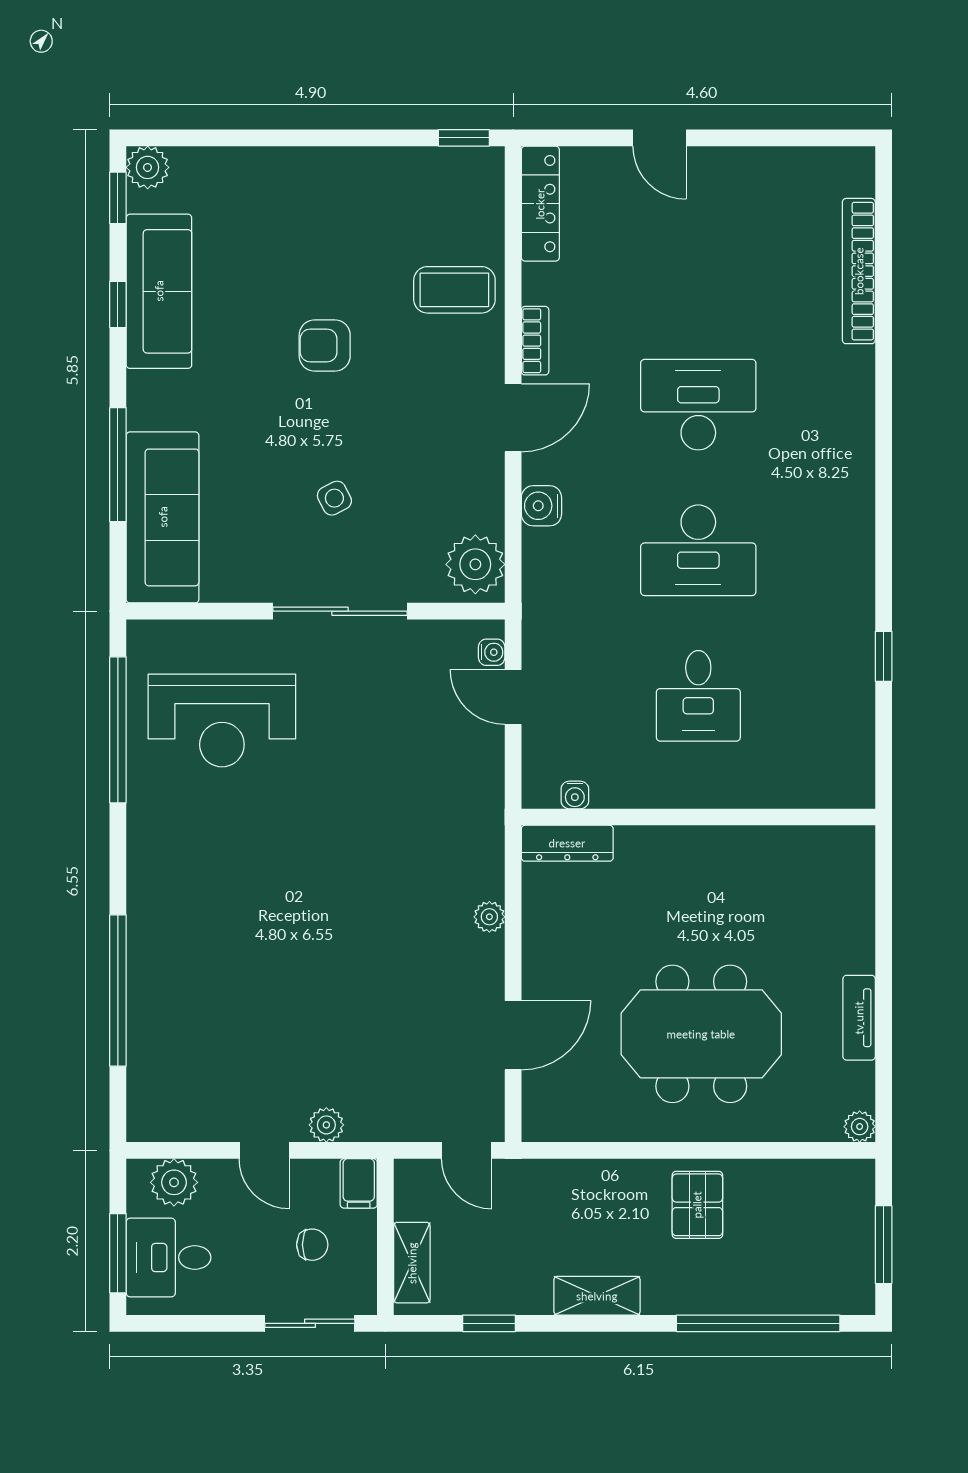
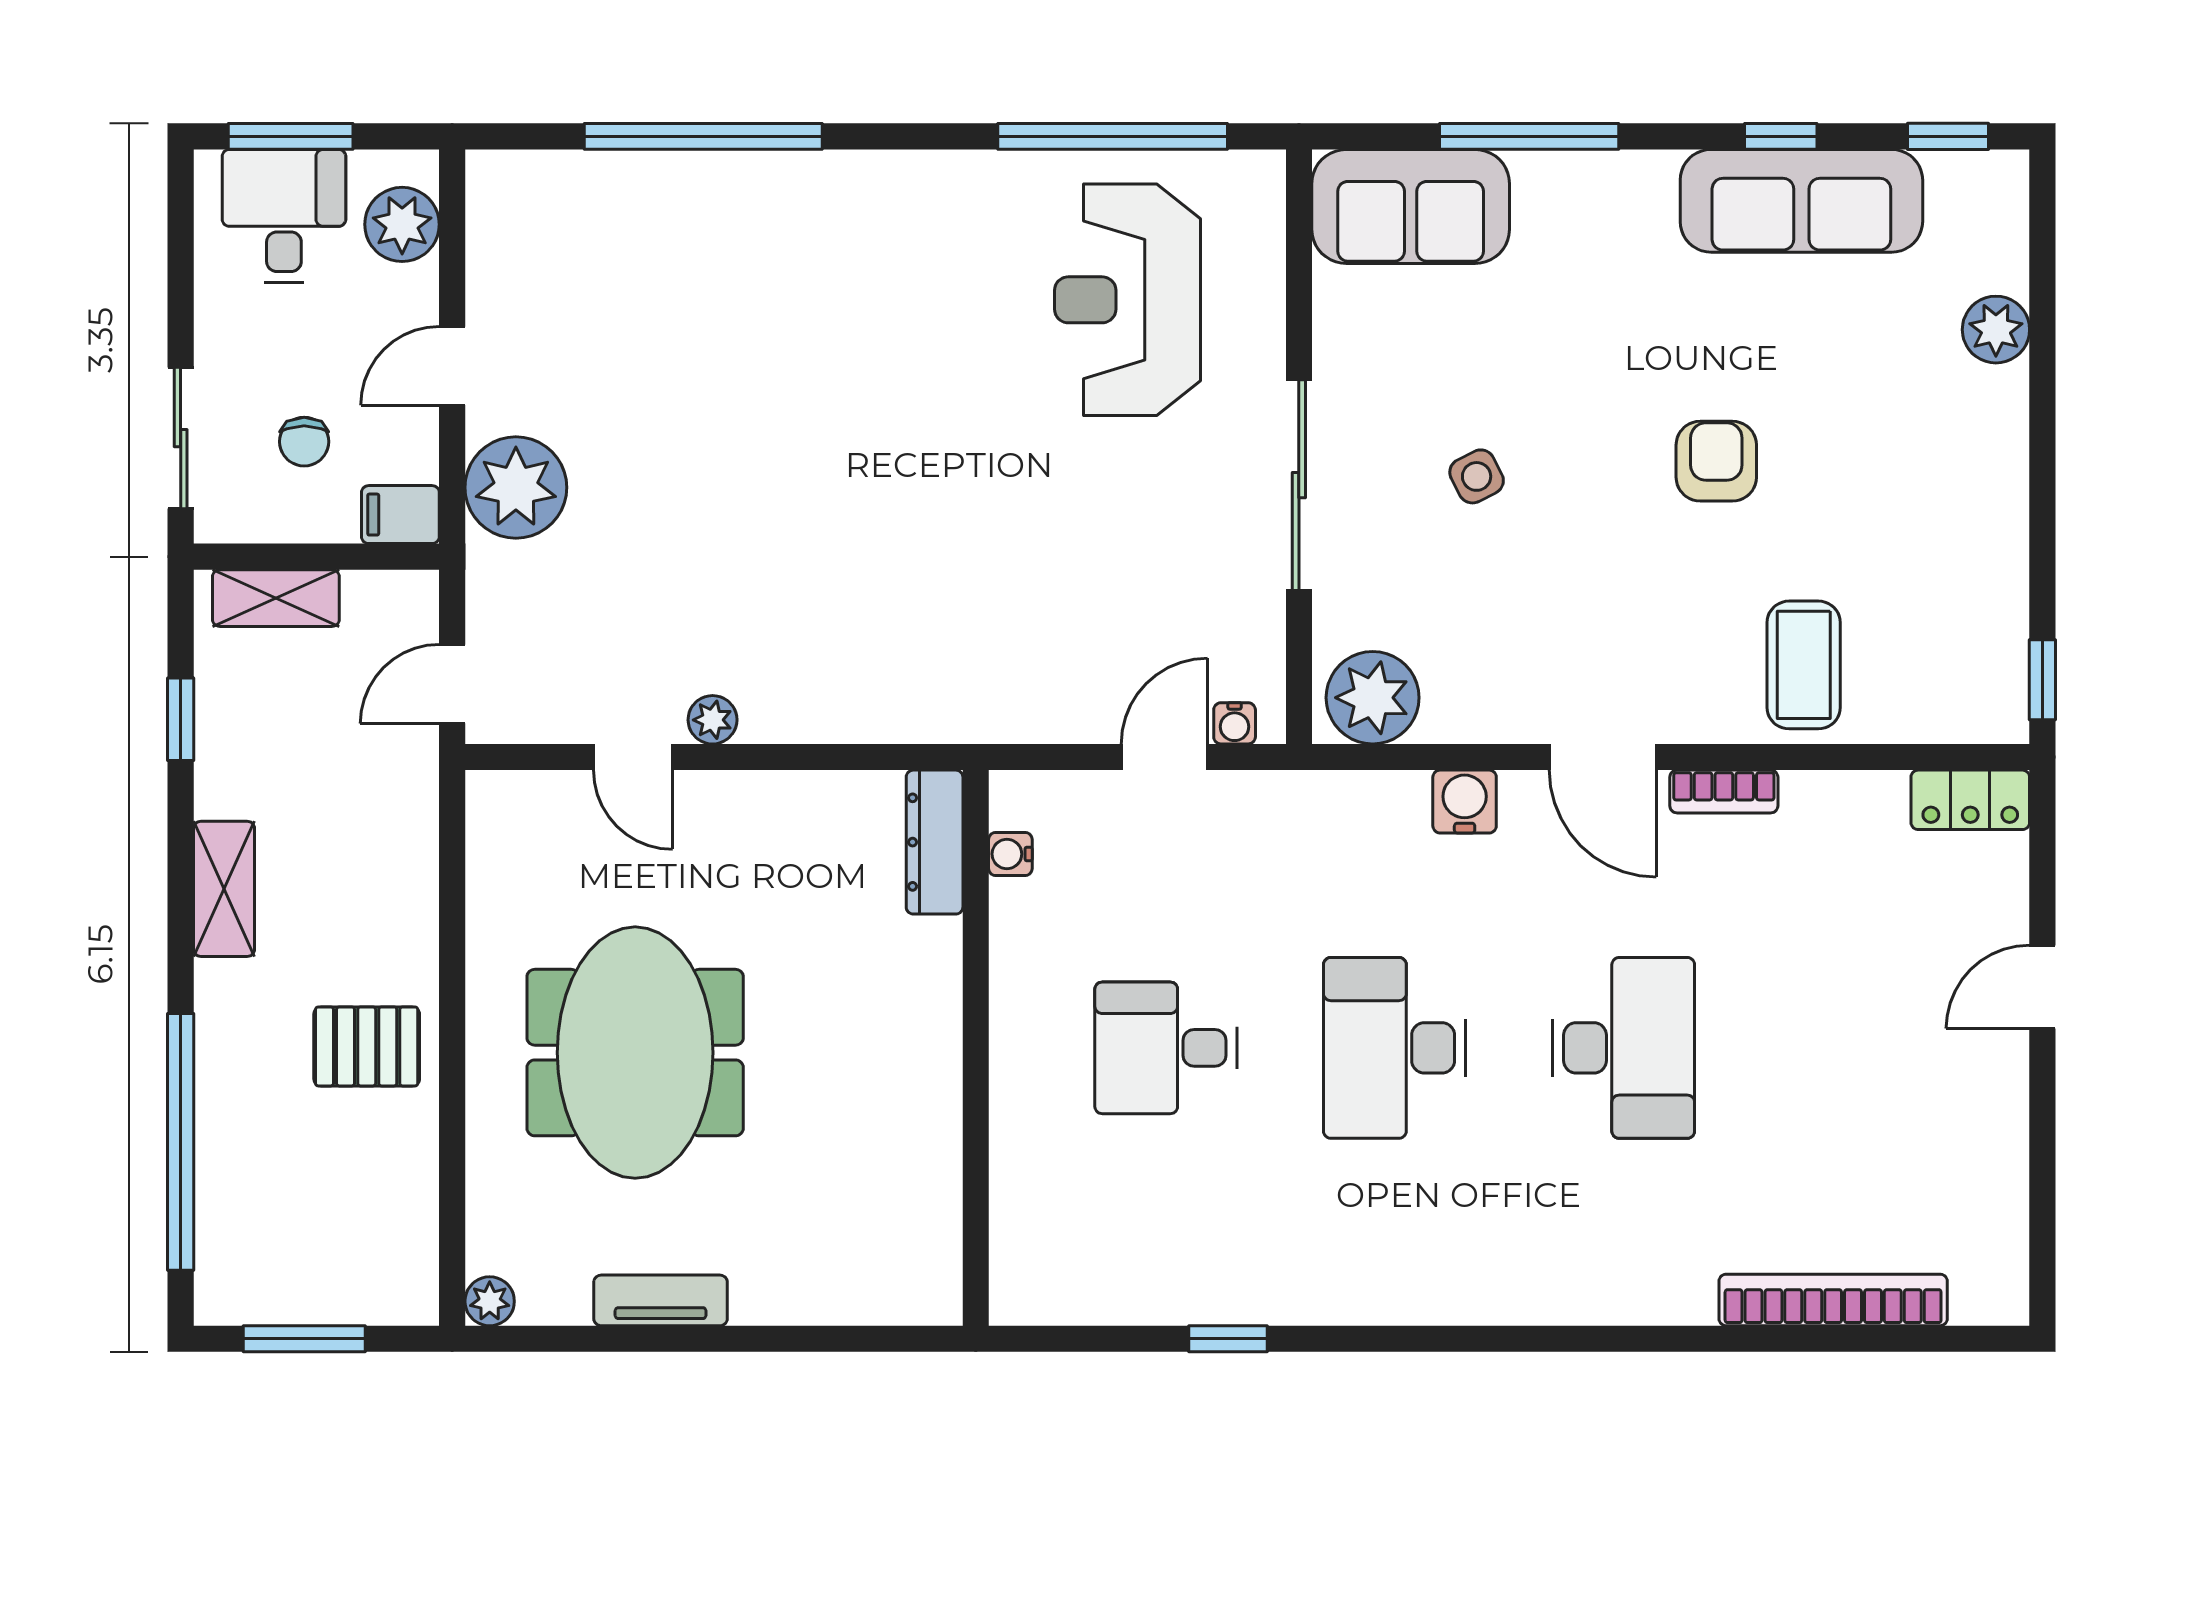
plant: (148, 167) -> (1996, 330), moved
locker: (540, 204) -> (1970, 800), width x0.66
sofa: (163, 517) -> (1411, 206), width x0.73
plant: (489, 917) -> (713, 720), moved
door: (513, 1035) -> (633, 757), width x0.73
plant: (326, 1125) -> (516, 487), width x1.88, depth x1.88

